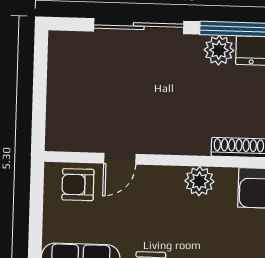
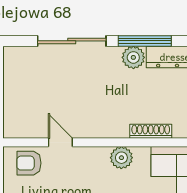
door: (120, 159) -> (60, 142), swing flipped

